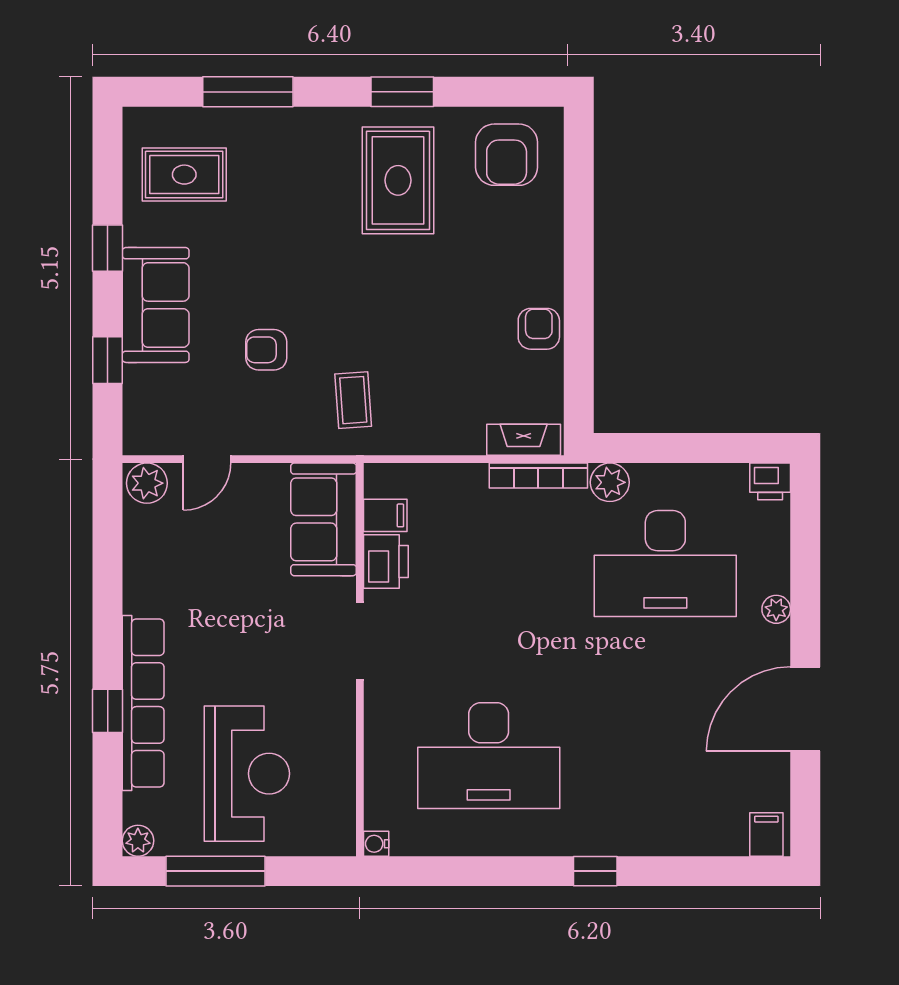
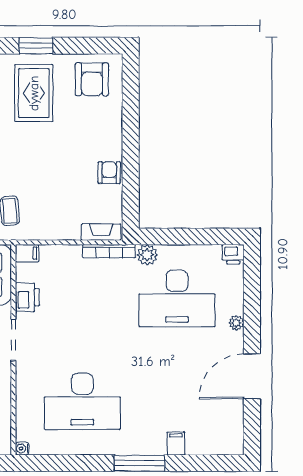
filing cabinet: (385, 515) -> (27, 253), moved
filing cabinet: (766, 834) -> (176, 444), moved
window: (595, 871) -> (139, 463), width x2.17

